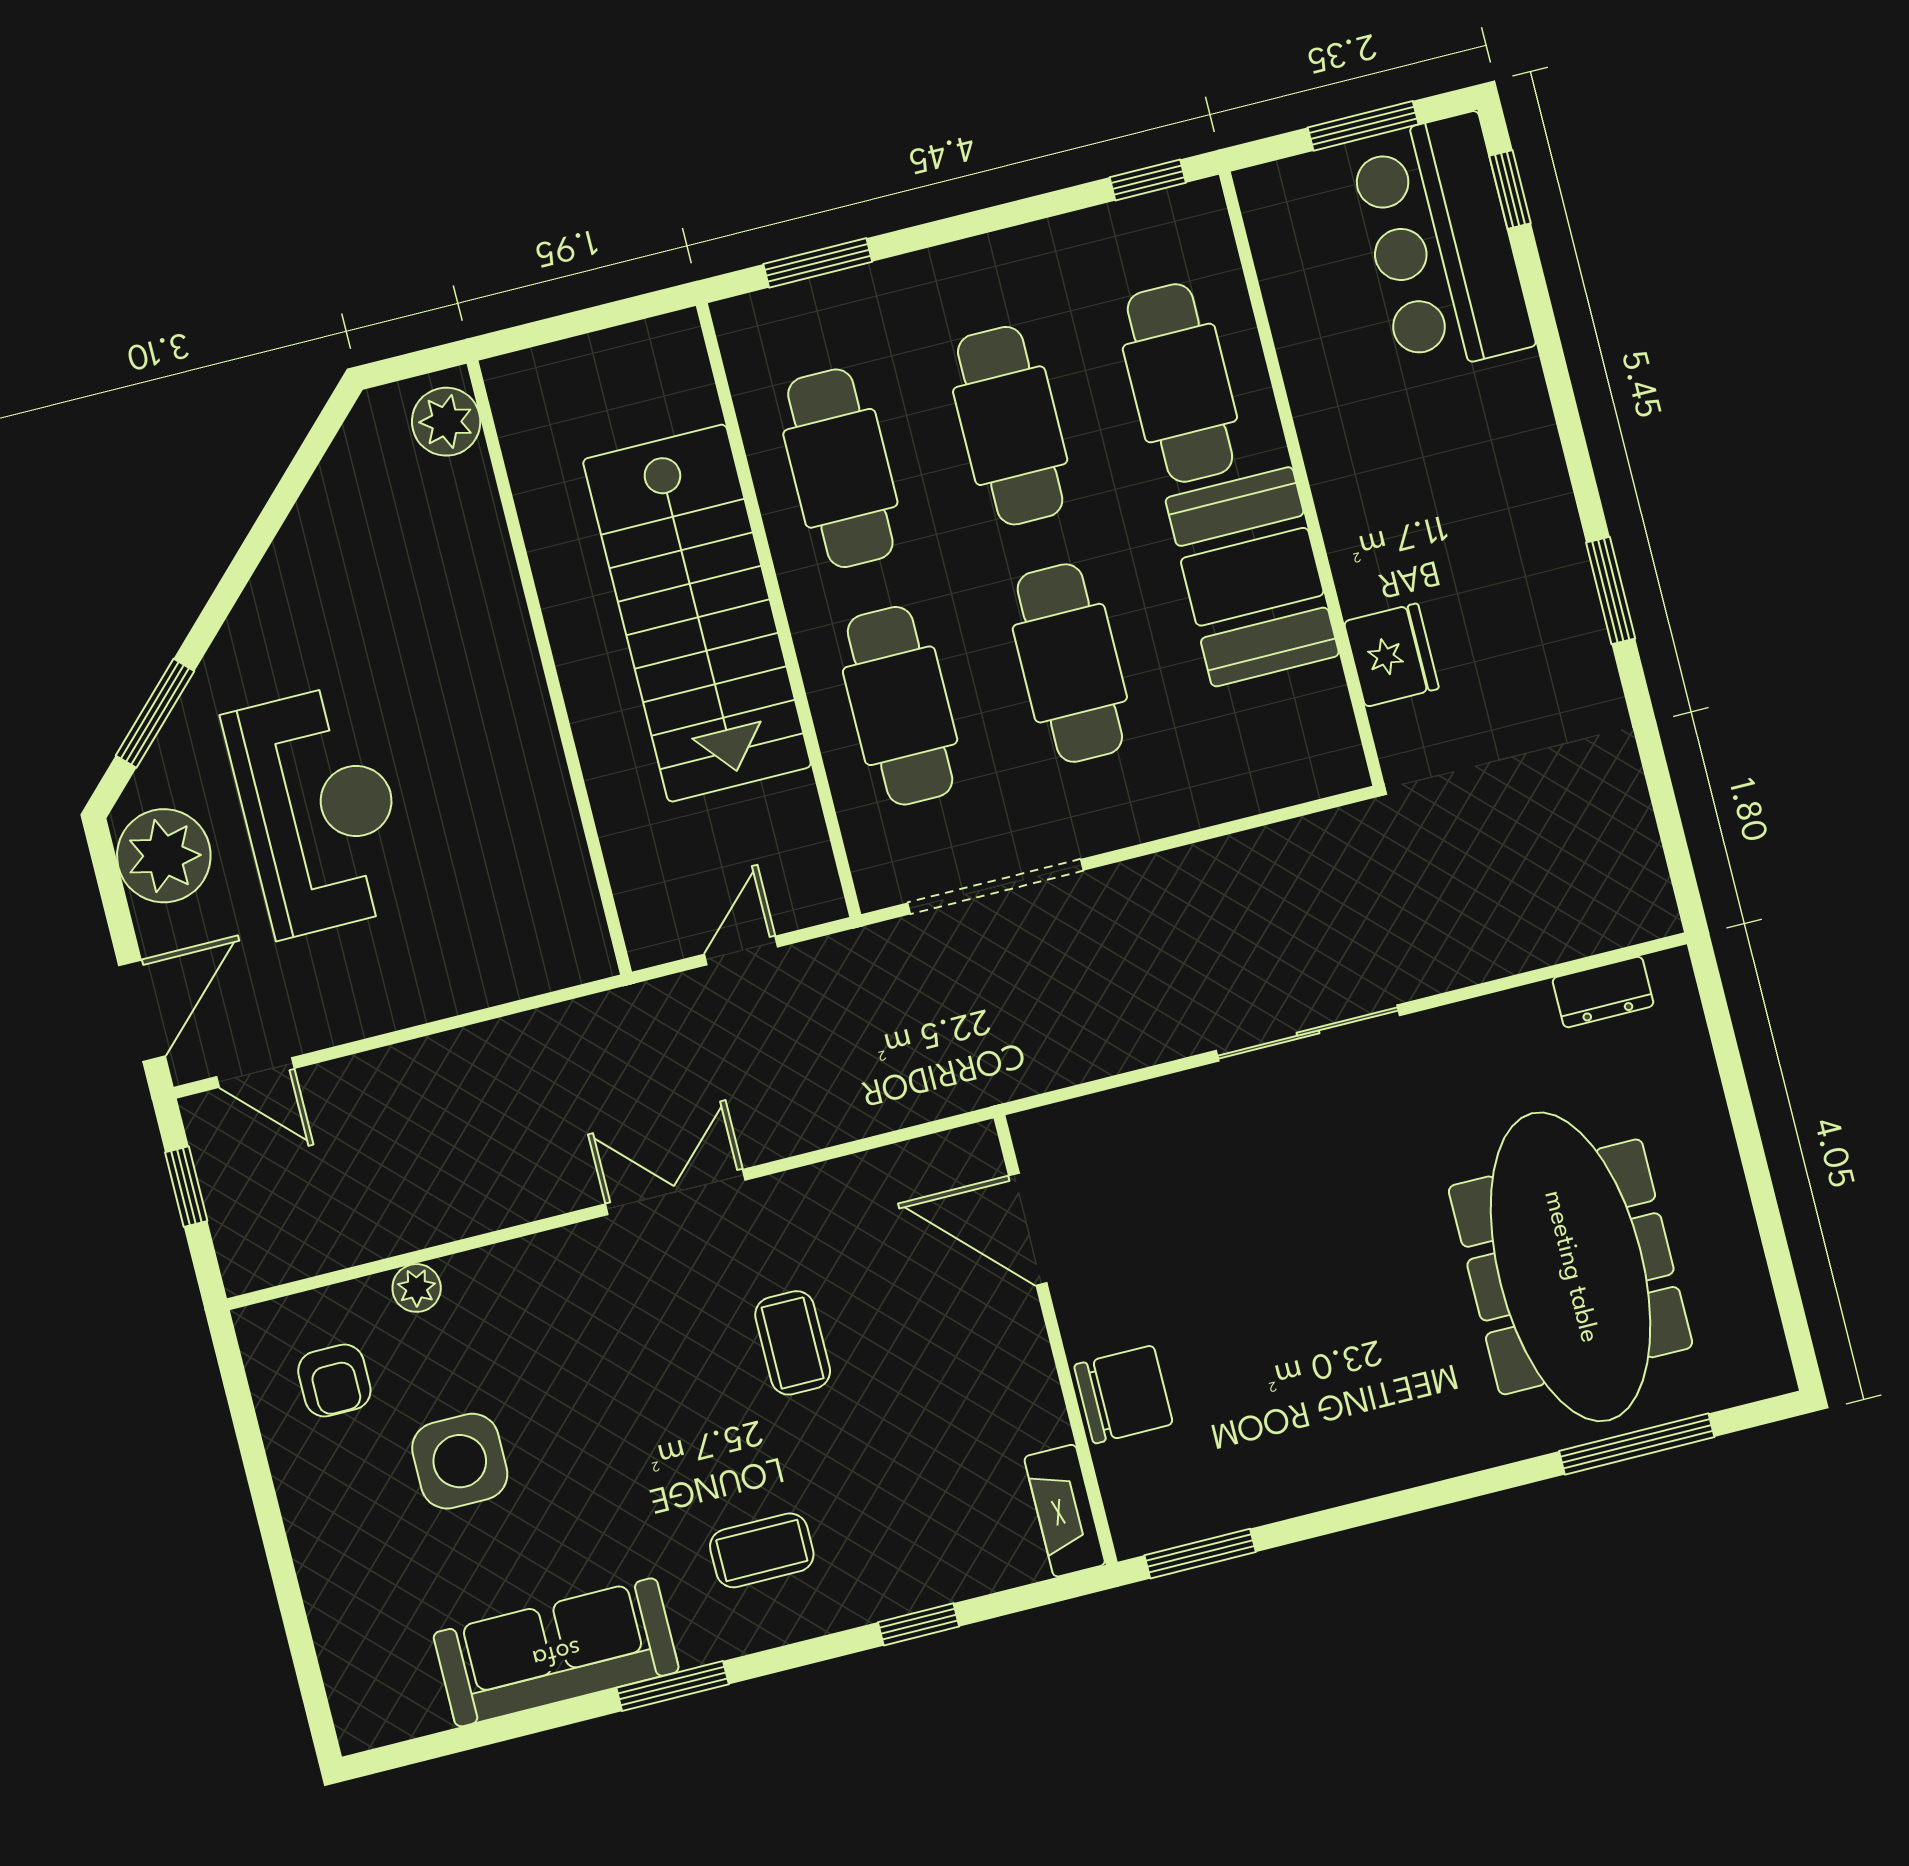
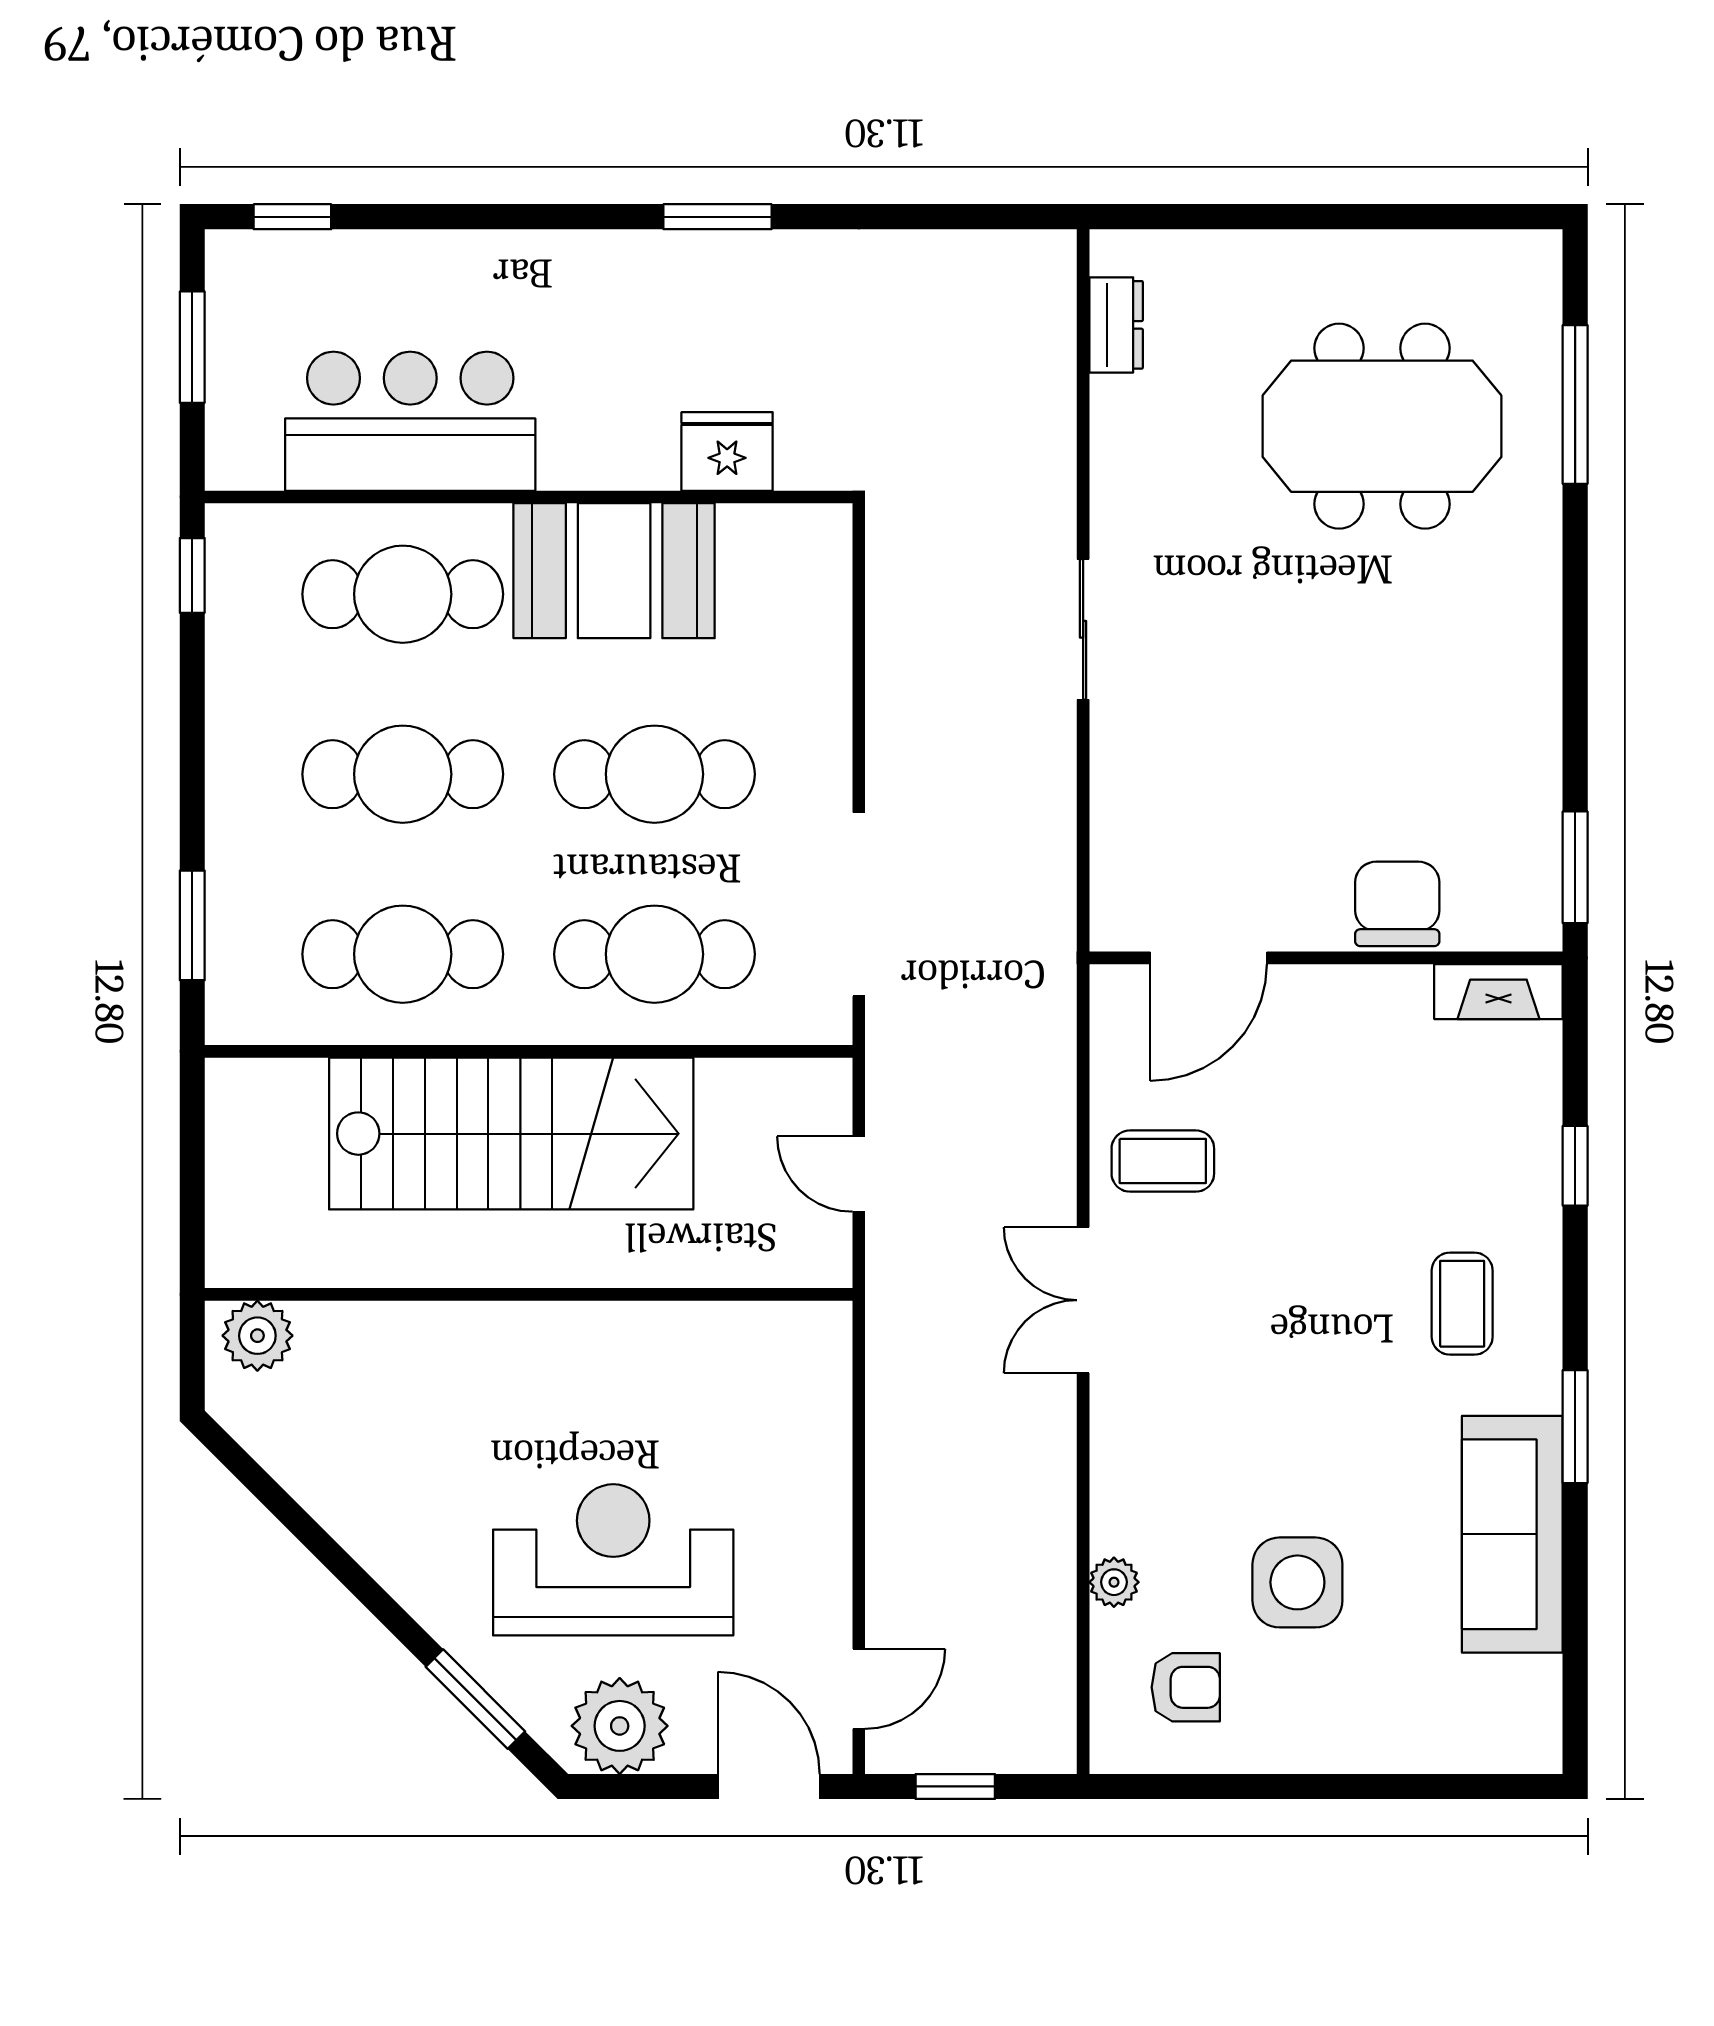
bar counter: (1441, 244) -> (410, 421), moved, turned 180
sliding door: (1308, 1033) -> (1083, 629), width x0.73
meeting table: (1570, 1267) -> (1382, 426), width x0.73
coffee table: (793, 1343) -> (1163, 1161), moved

